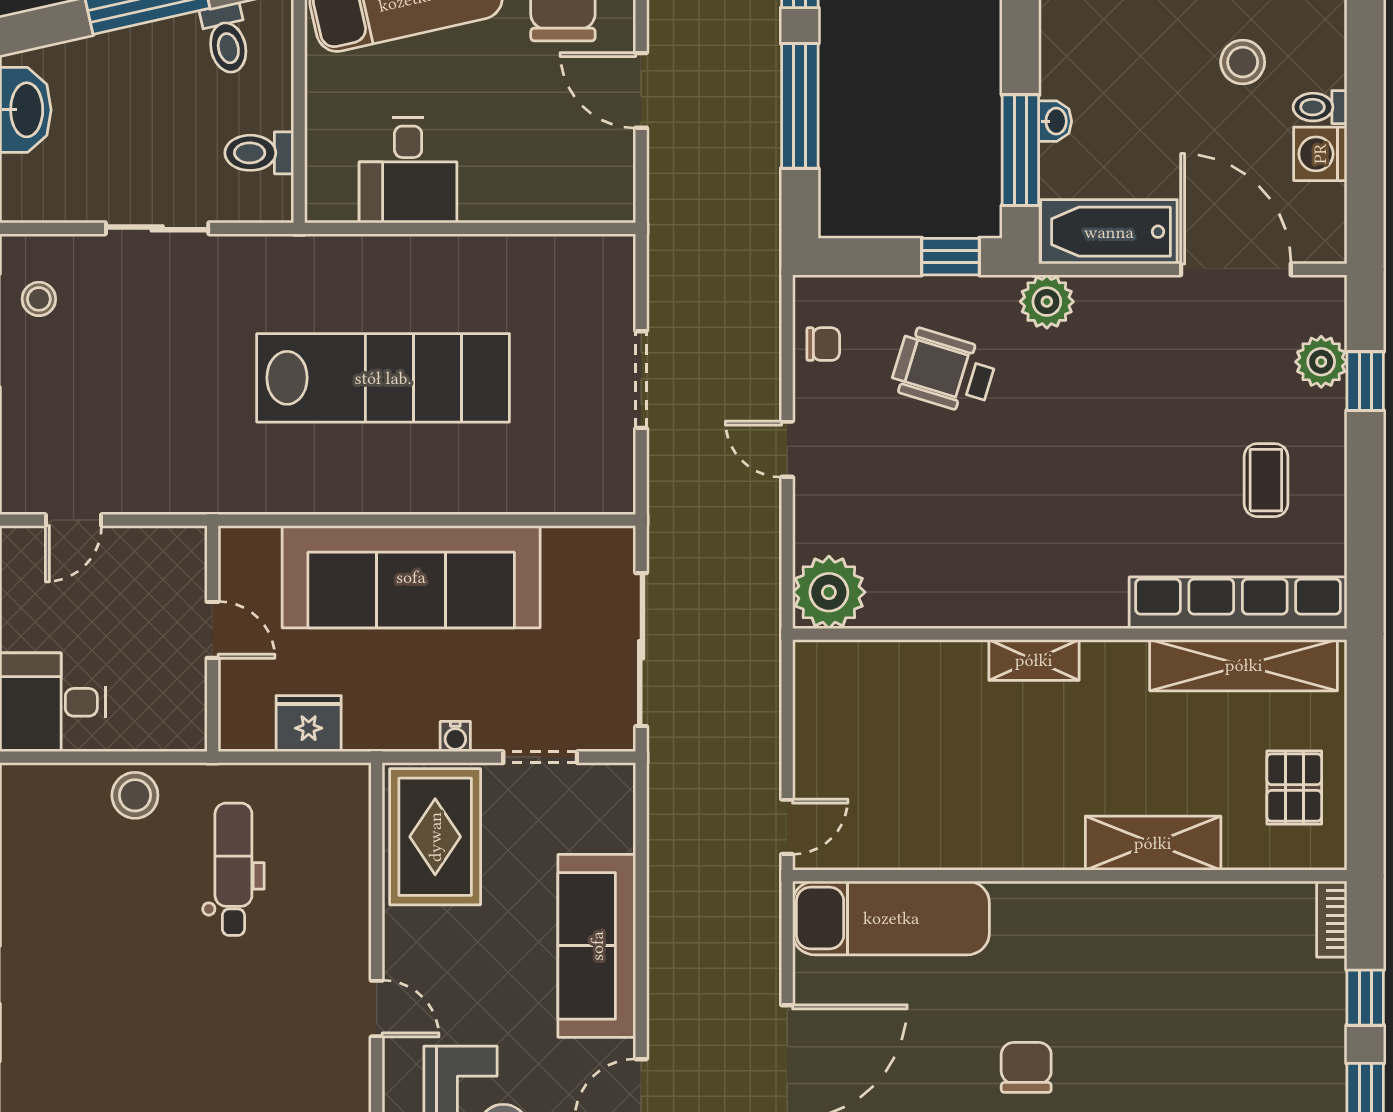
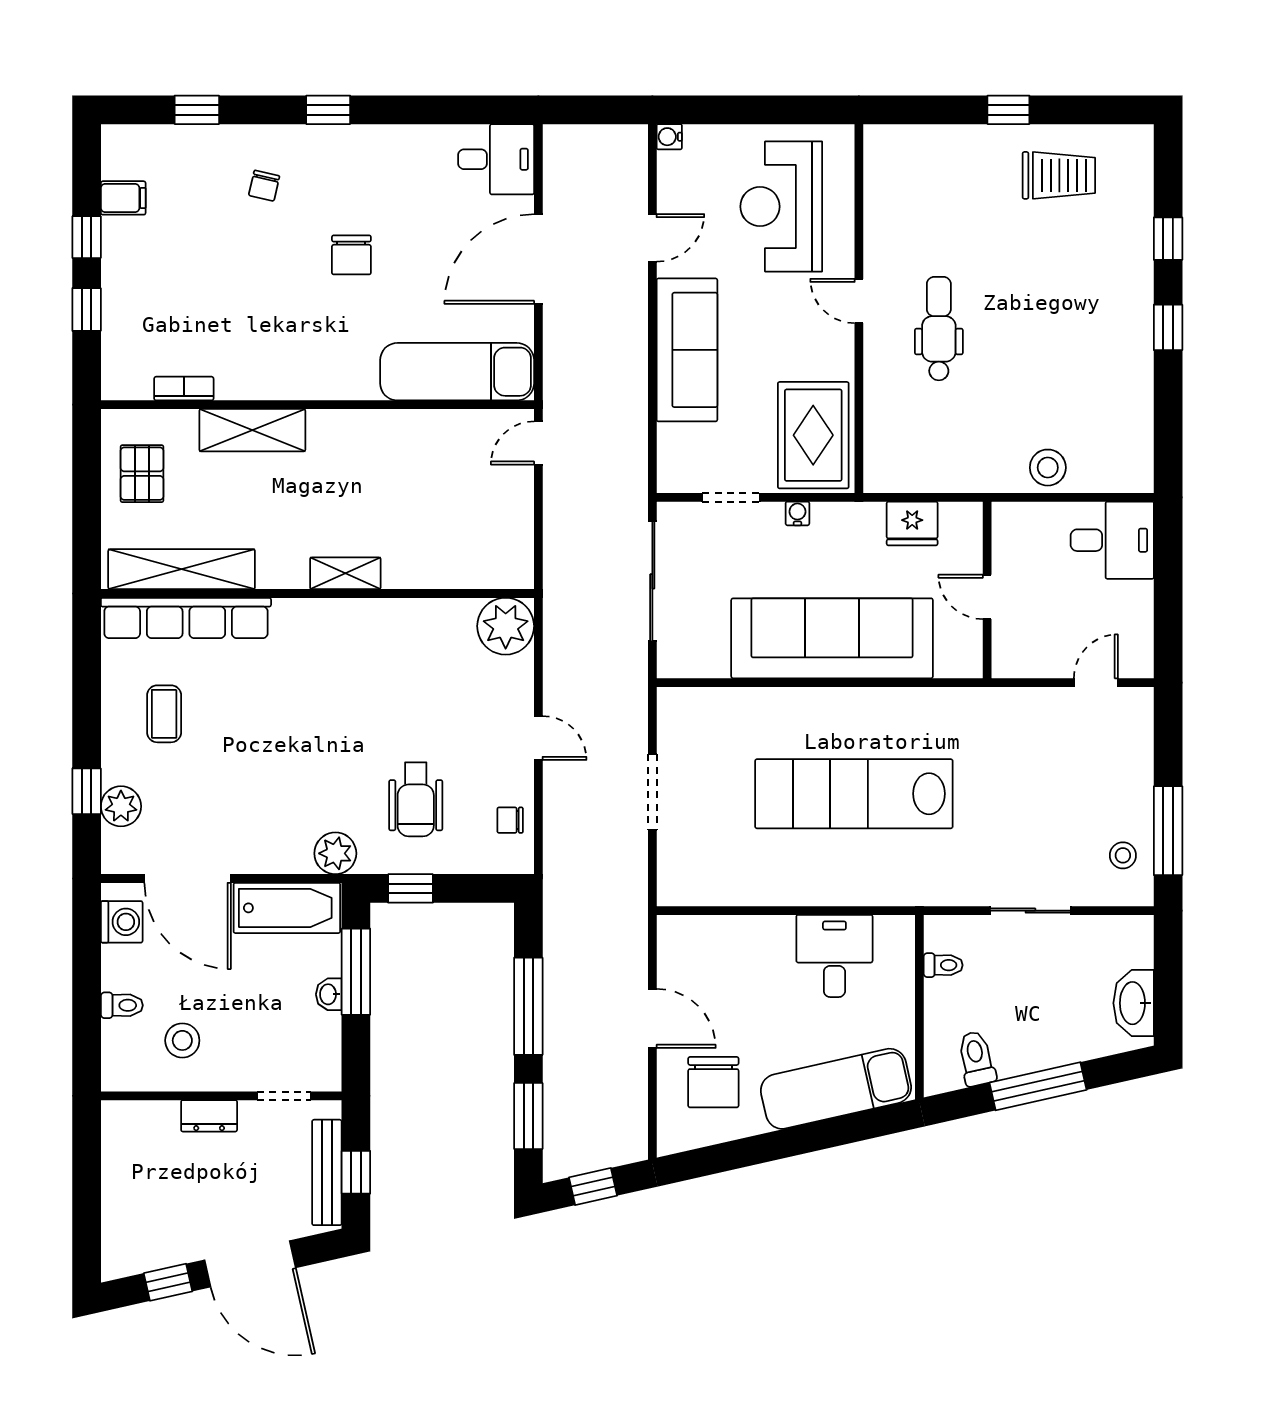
toilet: (259, 153) -> (943, 965), width x0.73, depth x0.72
washing machine: (1320, 154) -> (122, 922), moved
wheelchair: (944, 371) -> (416, 799), turned 73
dental chair: (233, 869) -> (939, 329), moved, turned 180
bookcase: (1332, 919) -> (184, 389), moved, turned -90

